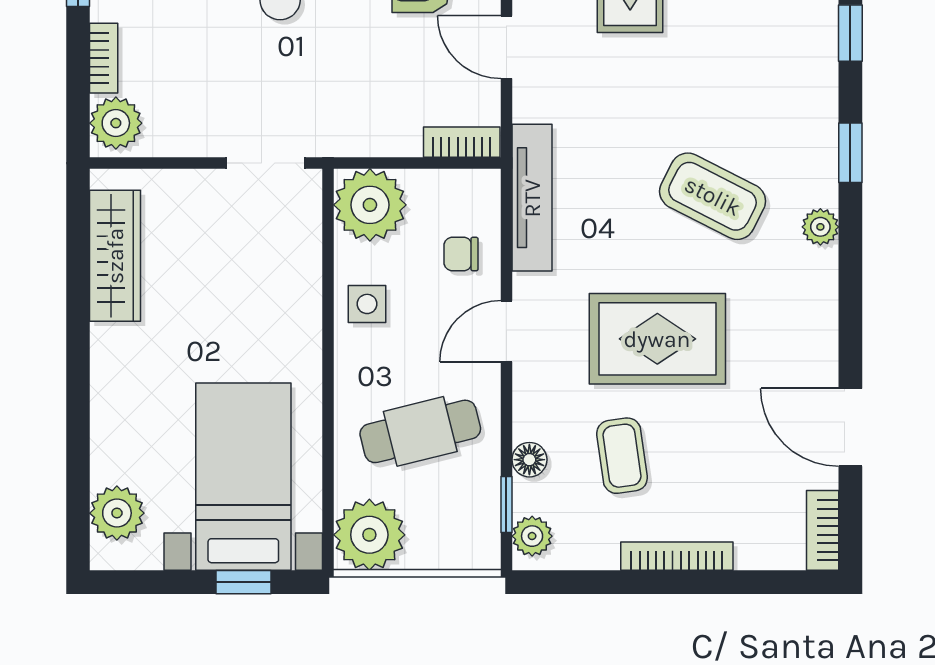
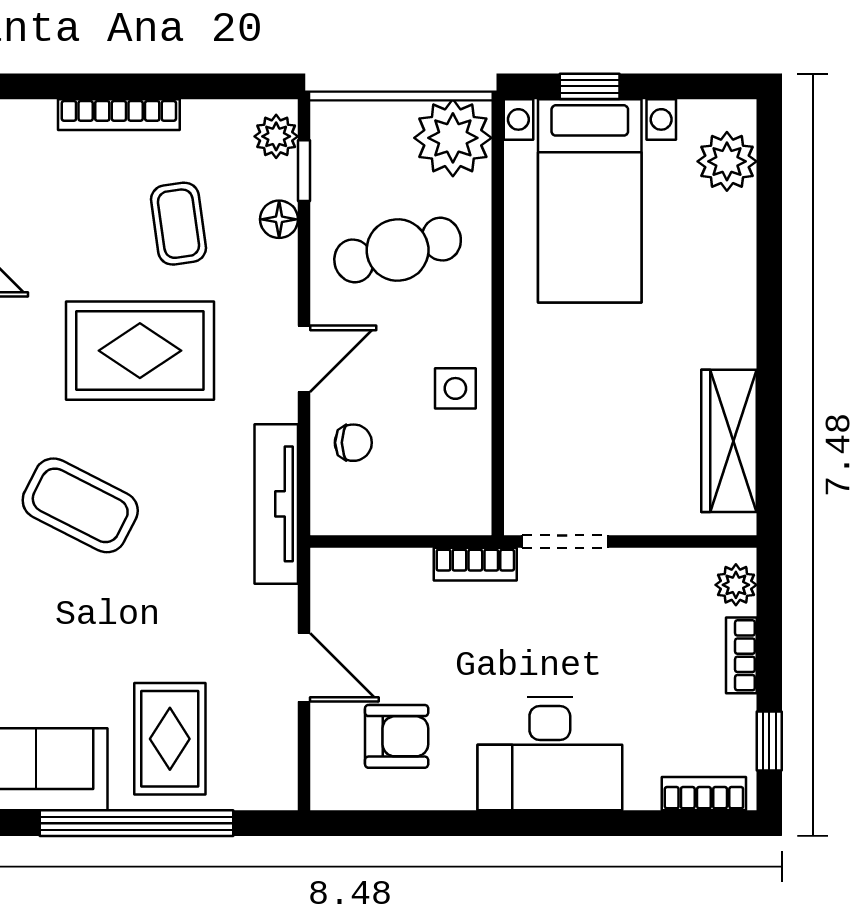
plant: (116, 123) -> (736, 585), width x0.73, depth x0.73
bookcase: (462, 142) -> (475, 564), moved
plant: (370, 205) -> (452, 496), removed

